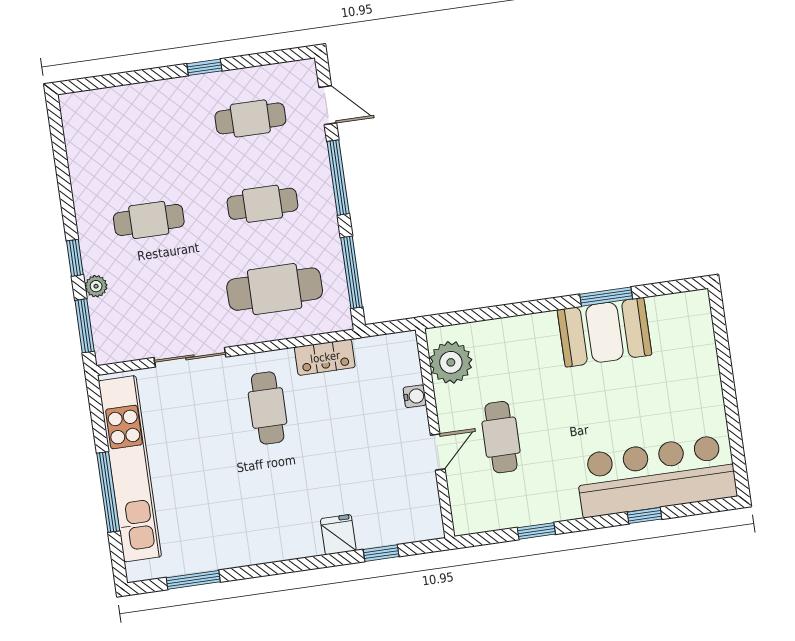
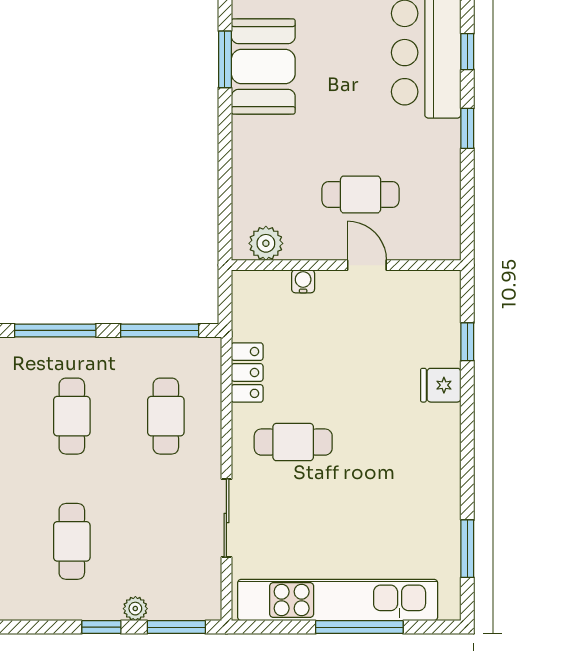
cafe table: (275, 289) -> (166, 416), width x0.73, depth x0.74
plant: (451, 362) -> (266, 243), width x0.73, depth x0.73
window: (536, 531) -> (467, 128), moved

